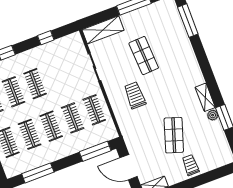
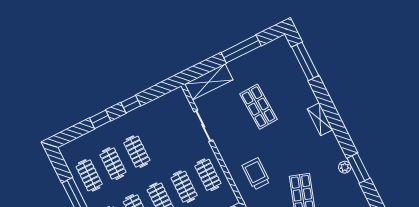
window: (46, 38) -> (131, 104), moved
trolley: (135, 95) -> (256, 174), moved
shelving: (205, 97) -> (320, 119), moved

